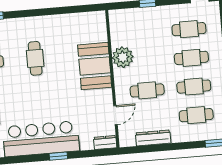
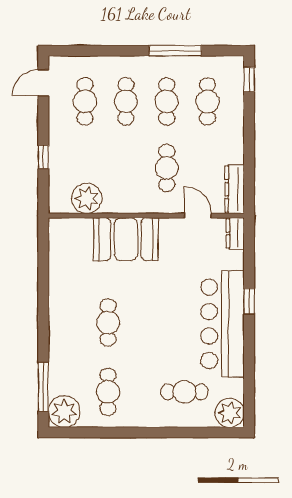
plant: (123, 57) -> (87, 199), moved
cafe table: (35, 58) -> (108, 323), turned 90
dresser: (153, 138) -> (235, 189), moved

